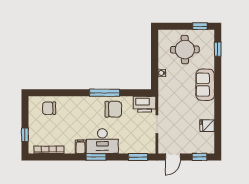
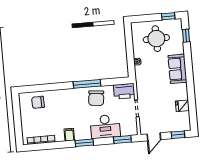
chair: (113, 109) -> (96, 98), turned 96
window: (25, 135) -> (18, 128), removed
desk: (102, 141) -> (105, 126), moved

